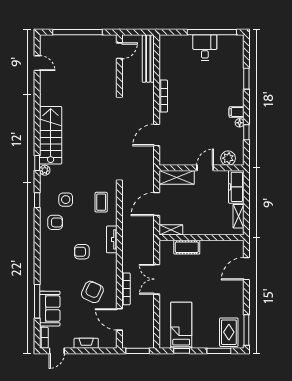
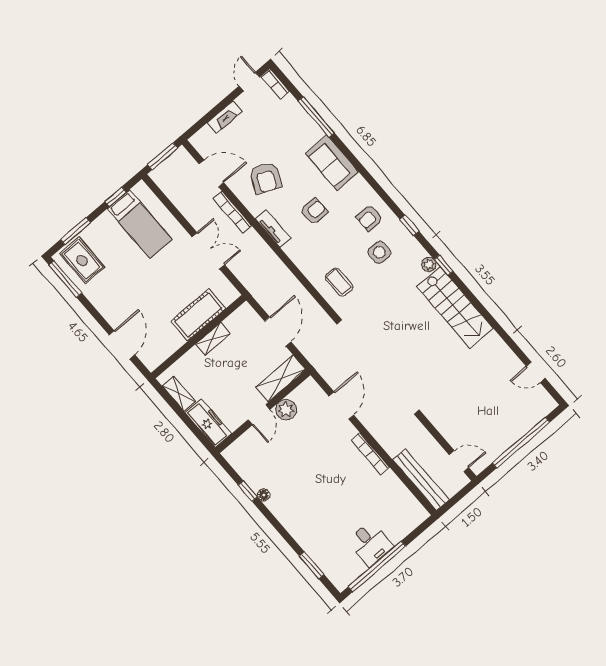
door: (119, 51) -> (459, 461), swing flipped
window: (246, 79) -> (312, 565), moved
filing cabinet: (237, 112) -> (277, 504), removed
plant: (228, 158) -> (286, 410), moved
shelving: (171, 230) -> (213, 339), moved
tv unit: (112, 239) -> (273, 229), moved
cot: (187, 247) -> (198, 315), width x1.37, depth x1.34
sofa: (50, 309) -> (332, 163), moved

